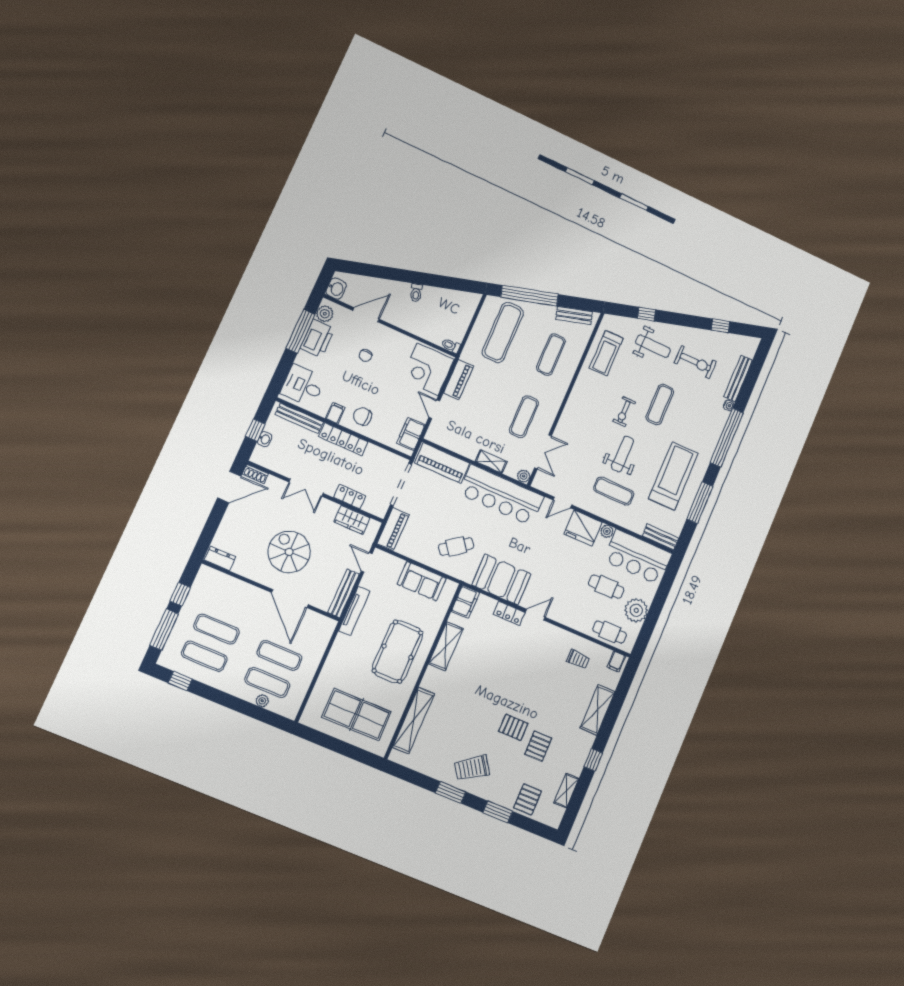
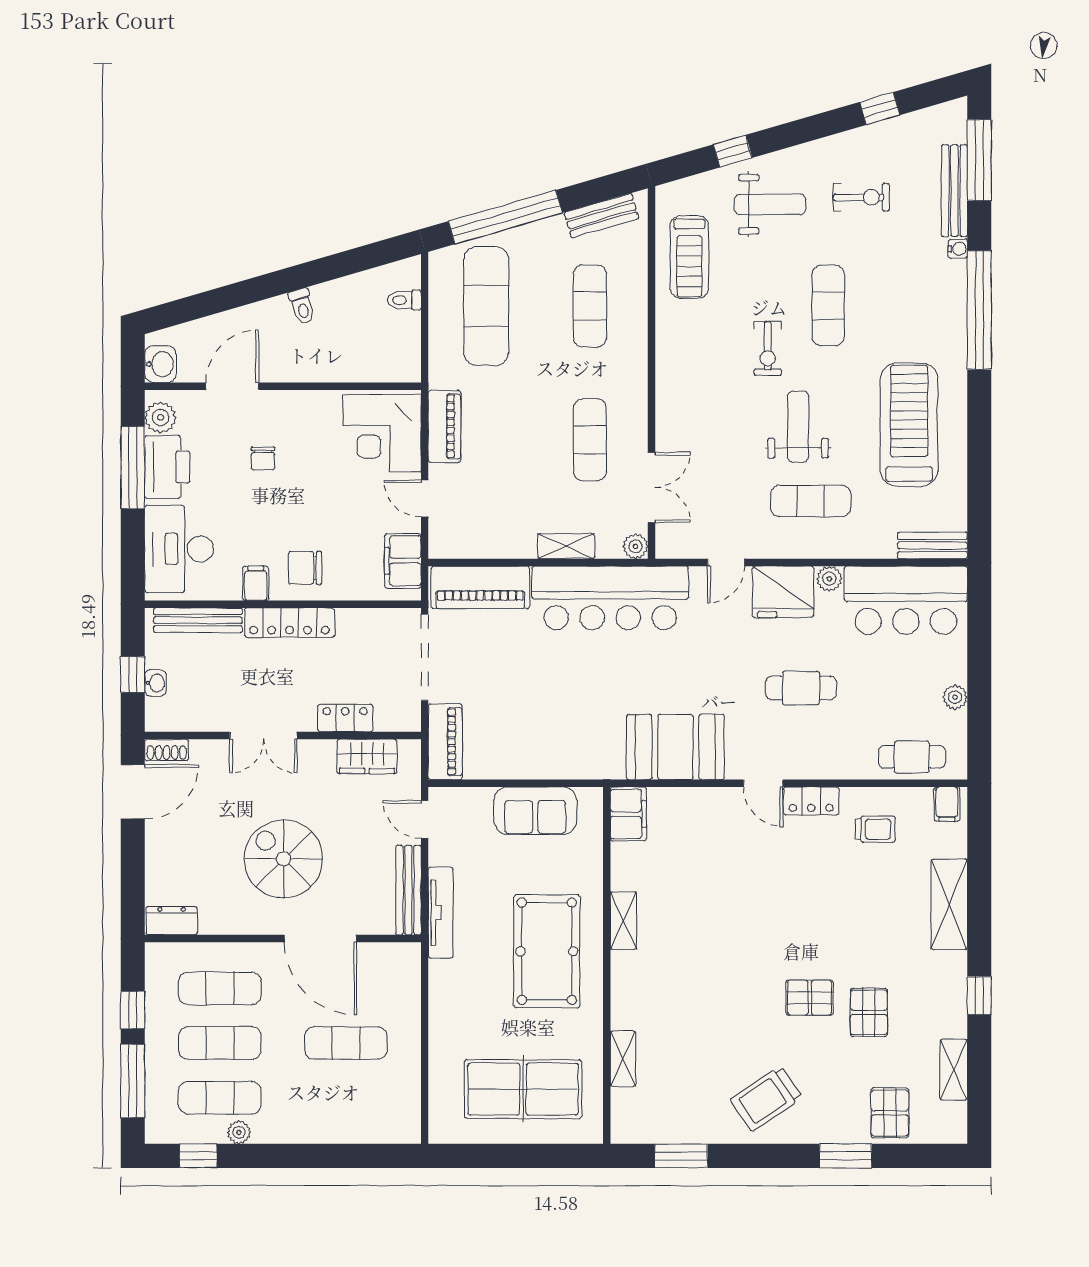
toilet: (451, 346) -> (404, 300), moved
exercise bike: (695, 362) -> (861, 197), width x0.73, depth x0.72
desk: (303, 386) -> (179, 549), width x1.37
window: (700, 503) -> (979, 160), moved
cafe table: (456, 546) -> (569, 724), removed
cafe table: (606, 587) -> (801, 688), moved
plant: (636, 610) -> (955, 697), width x0.53, depth x0.53
locker: (509, 613) -> (811, 801), moved
door: (535, 615) -> (763, 783), swing flipped
shelving: (446, 646) -> (623, 921), width x0.67, depth x0.75
exercise mat: (267, 682) -> (220, 988), moved
plant: (262, 701) -> (239, 1132), moved
shelving: (413, 721) -> (623, 1059), width x0.45, depth x0.75
window: (451, 792) -> (681, 1156), moved

